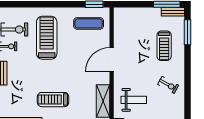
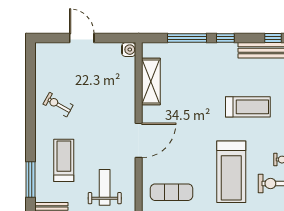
treadmill: (53, 100) -> (248, 107), moved
weight bench: (134, 100) -> (105, 187), moved, turned 90

